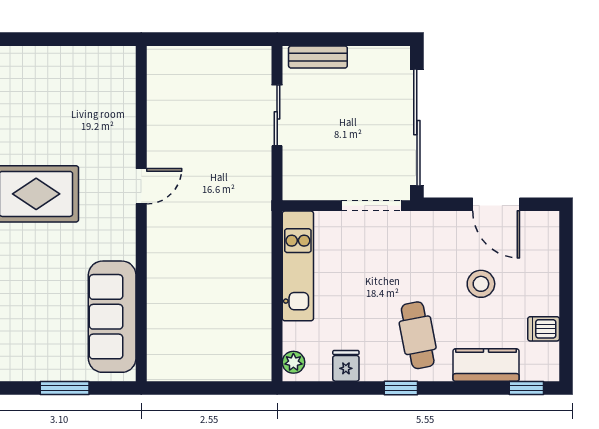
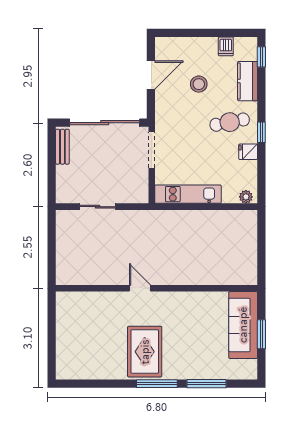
bench: (318, 57) -> (62, 147), moved
sofa: (112, 317) -> (243, 325), moved, turned 90
fridge: (346, 366) -> (248, 152), moved

